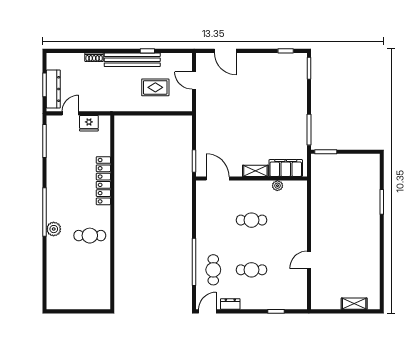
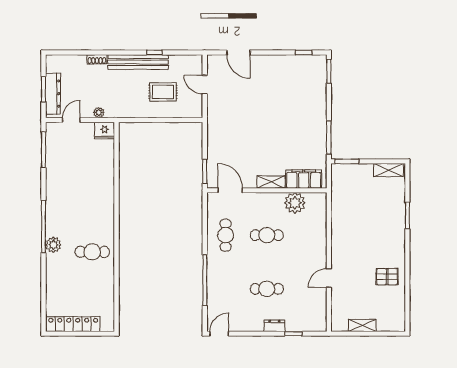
plant: (96, 106) -> (99, 113), added
fridge: (89, 123) -> (105, 131), moved
shelving: (364, 160) -> (388, 170), added
locker: (103, 181) -> (73, 324), moved, turned 90
plant: (277, 186) -> (295, 203), width x1.88, depth x1.88
pallet: (363, 258) -> (387, 277), added
cafe table: (213, 270) -> (226, 235), moved
dresser: (230, 304) -> (275, 326), moved
shelving: (354, 304) -> (362, 325), moved

